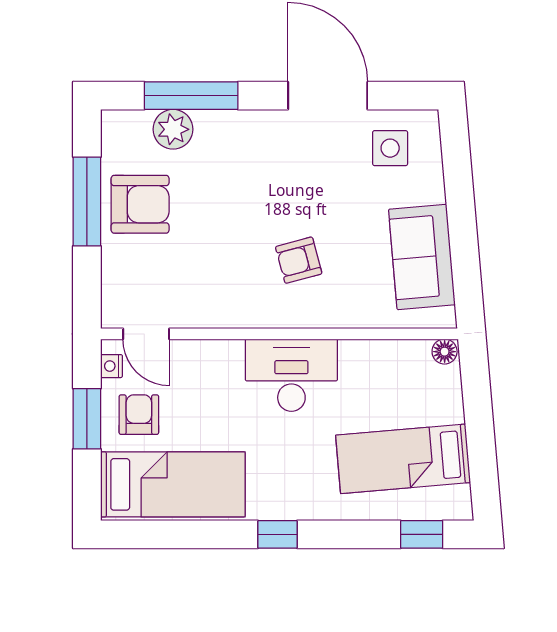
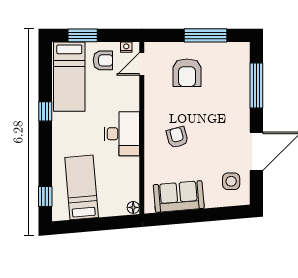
plant: (173, 129) -> (240, 77), removed
armchair: (140, 204) -> (187, 73), moved
window: (87, 419) -> (83, 35), moved
window: (277, 534) -> (45, 111), moved

